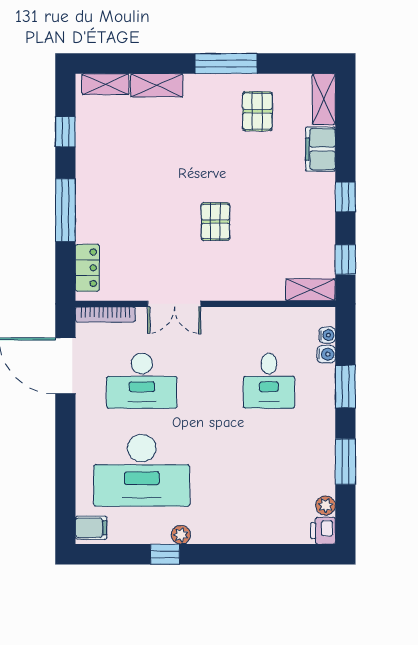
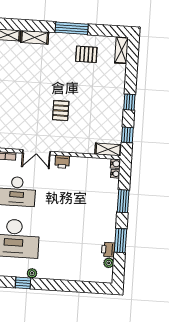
pallet: (257, 111) -> (86, 54), turned 90
filing cabinet: (320, 149) -> (118, 76), removed
printer: (225, 319) -> (62, 162), added
water cooler: (326, 354) -> (115, 164), moved
desk: (269, 381) -> (83, 196), removed
printer: (323, 531) -> (108, 250), moved

